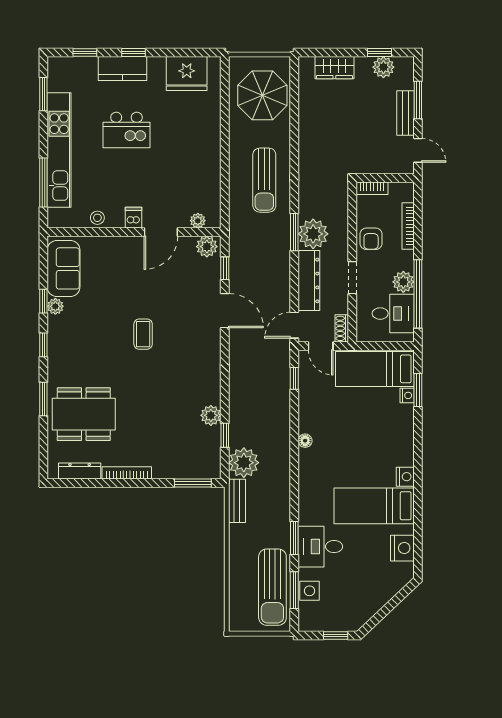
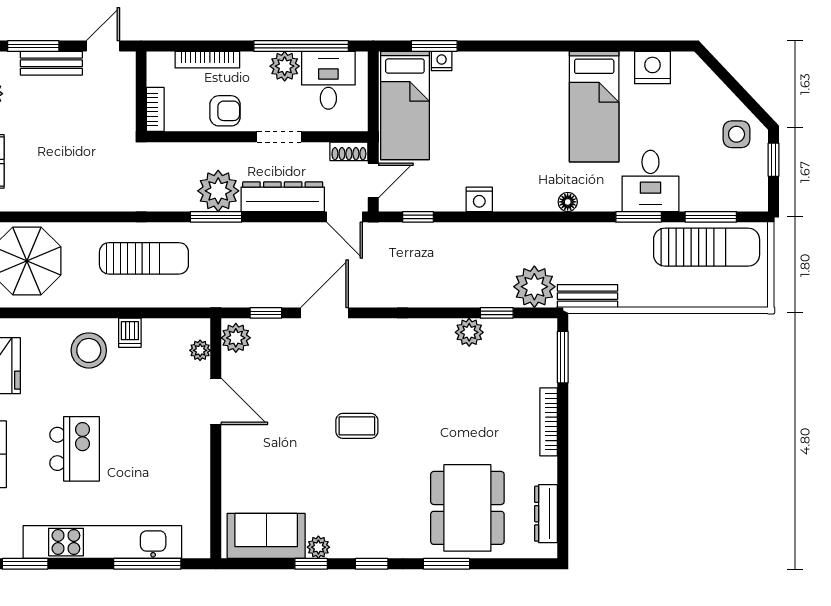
stool: (97, 218) -> (89, 350), moved, width x1.89, depth x1.89
dishwasher: (133, 218) -> (130, 333), moved, turned -90
floor lamp: (305, 441) -> (568, 202), moved
bookcase: (127, 473) -> (549, 422), moved
nightstand: (405, 477) -> (479, 199), moved, turned 180
side table: (309, 591) -> (737, 134), moved

